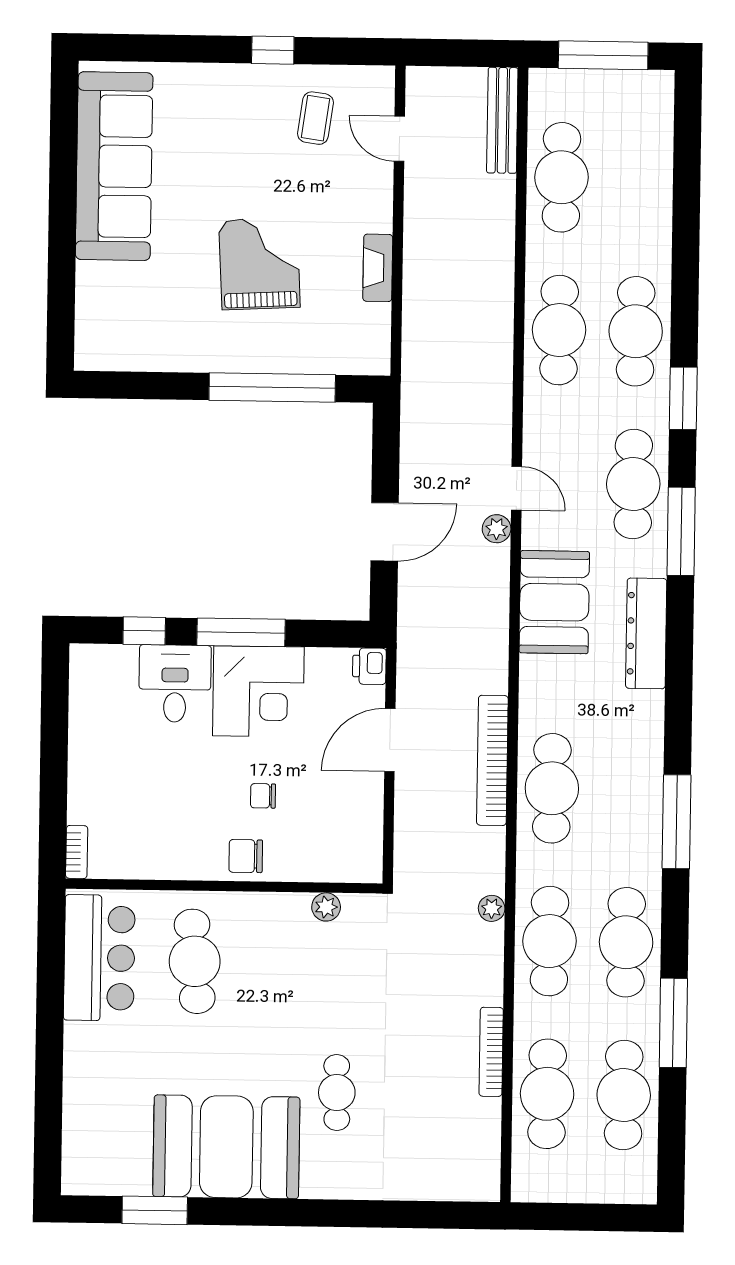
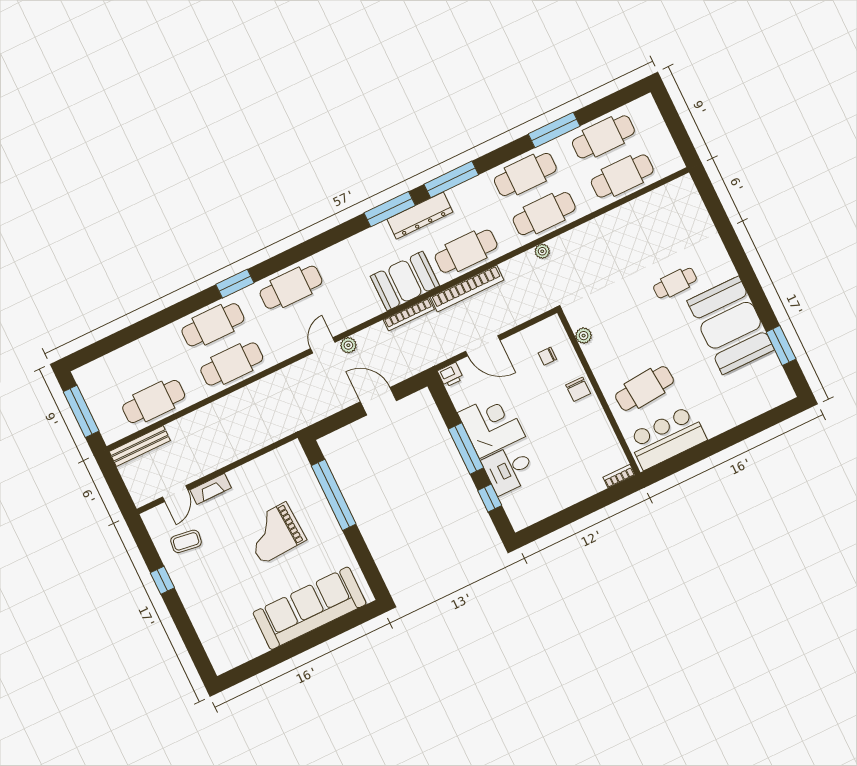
sofa: (114, 166) -> (310, 608), moved
fireplace: (378, 268) -> (211, 489), moved
window: (681, 531) -> (390, 209), moved
booth: (554, 602) -> (405, 281), moved
dresser: (646, 633) -> (420, 216), moved
chair: (263, 796) -> (547, 356), moved, turned 90
bookcase: (491, 1052) -> (409, 314), moved

